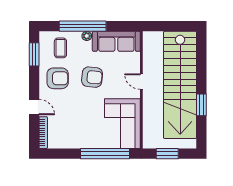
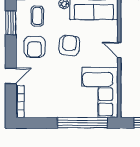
armchair: (92, 77) -> (69, 45), turned -90
armchair: (58, 78) -> (34, 47), turned 90
door: (34, 107) -> (11, 76), hinge flipped

